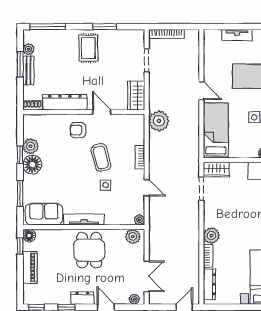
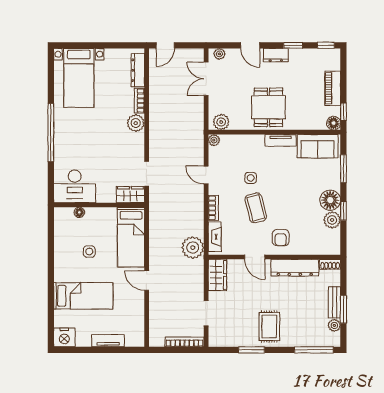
armchair: (78, 130) -> (281, 238), turned 90
fireplace: (139, 131) -> (215, 237), added
tv unit: (84, 220) -> (280, 140), width x0.71

